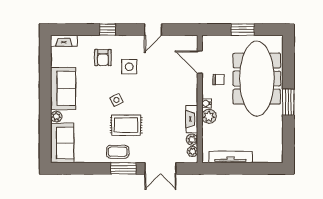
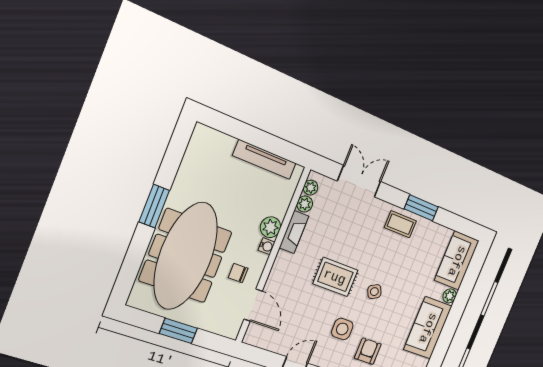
rug: (126, 125) -> (335, 277), moved
window: (123, 168) -> (421, 208), moved

